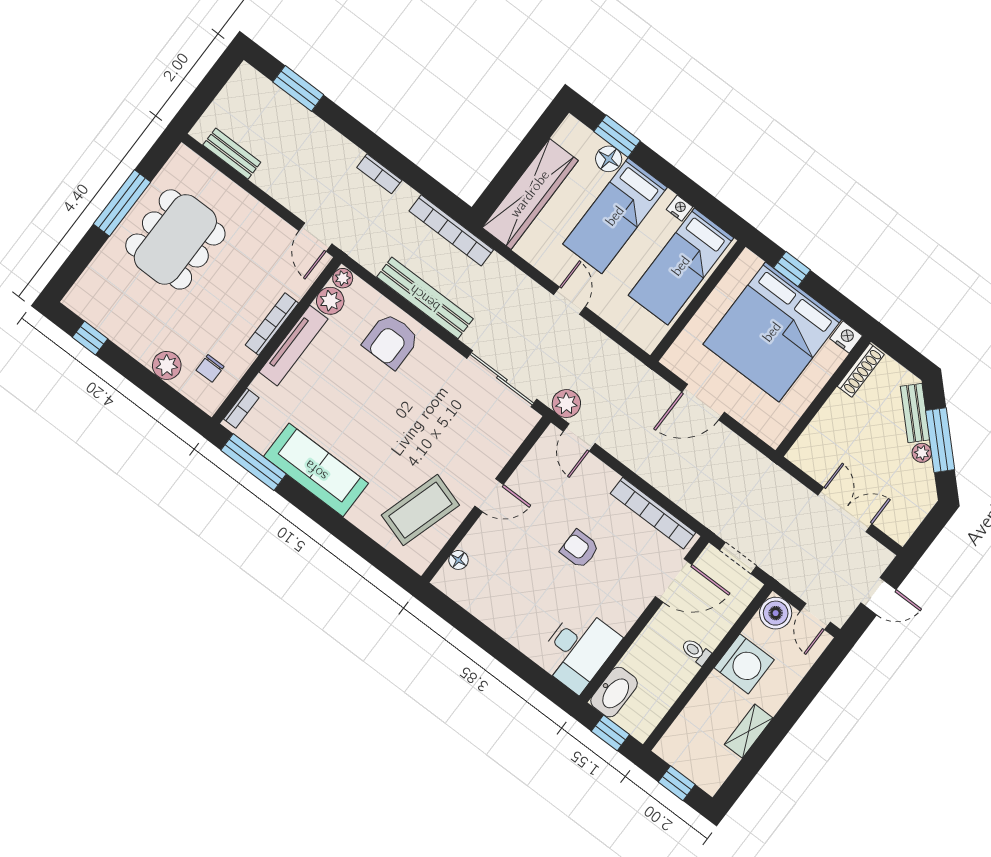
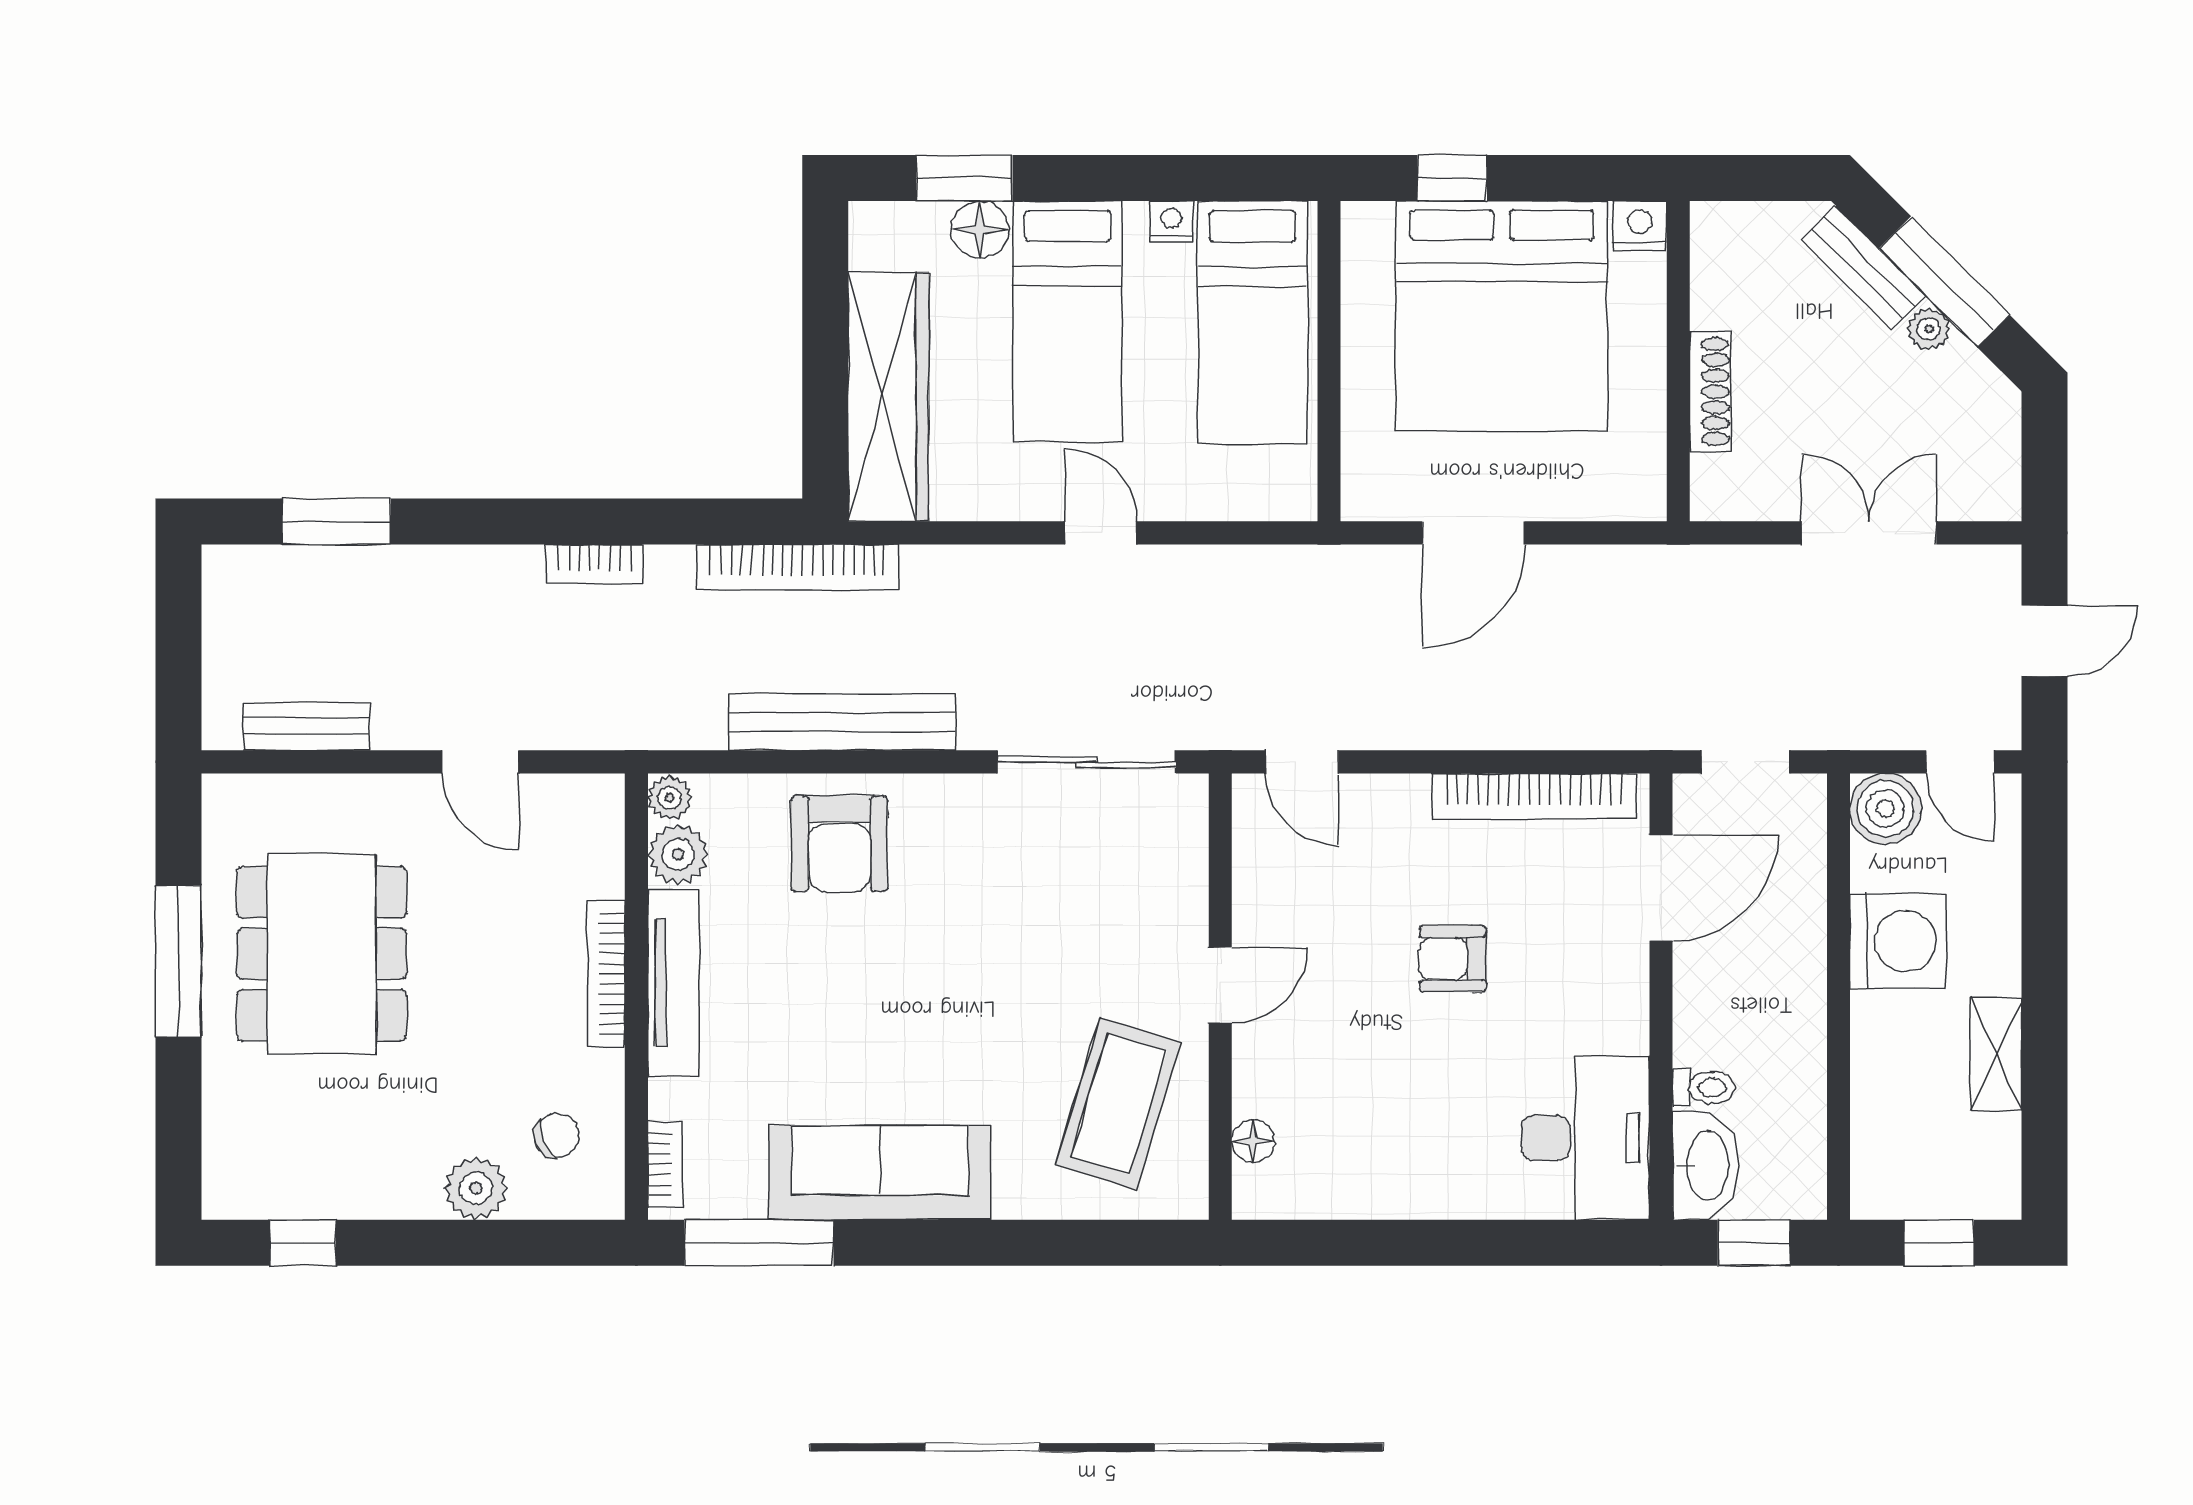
door: (315, 237) -> (480, 762), moved
chair: (210, 368) -> (556, 1135), turned -114
shoe rack: (861, 370) -> (1710, 391), moved
plant: (566, 404) -> (1234, 719), removed
toilet: (696, 652) -> (1704, 1088), moved, turned 180

